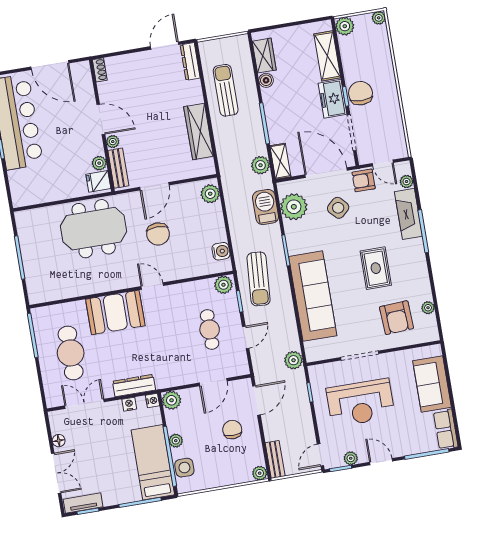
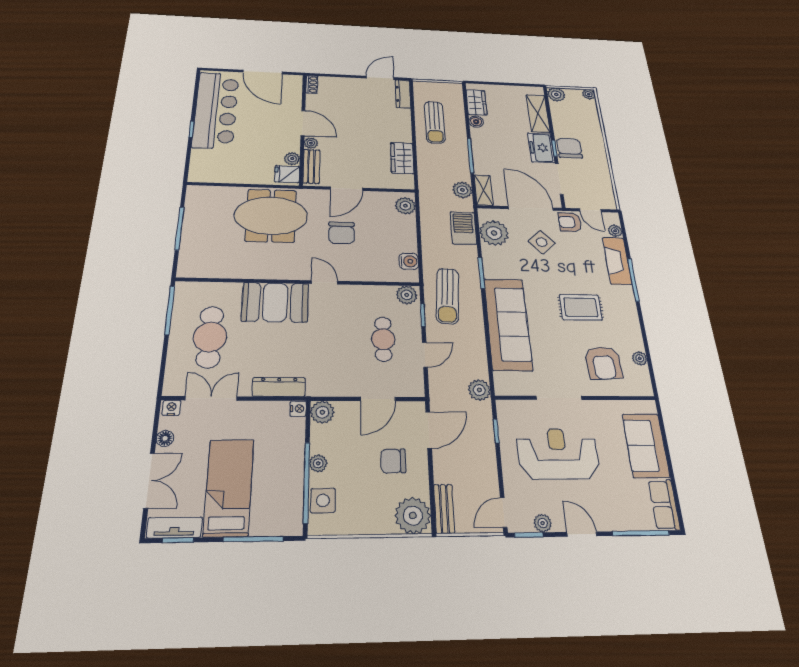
sun lounger: (226, 90) -> (435, 122), turned 180
wardrobe: (199, 131) -> (402, 158), width x0.67
rug: (376, 268) -> (581, 307), turned 90
reception desk: (360, 403) -> (558, 454), turned 180
nightstand: (129, 404) -> (171, 408), moved
chair: (232, 430) -> (393, 461), turned -90
bed: (153, 462) -> (229, 487), moved
plant: (260, 473) -> (413, 516), width x1.88, depth x1.88

